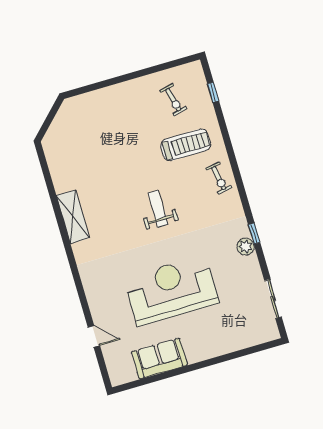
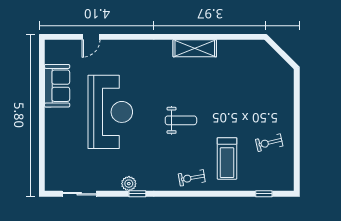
exercise bike: (173, 100) -> (269, 143), moved

